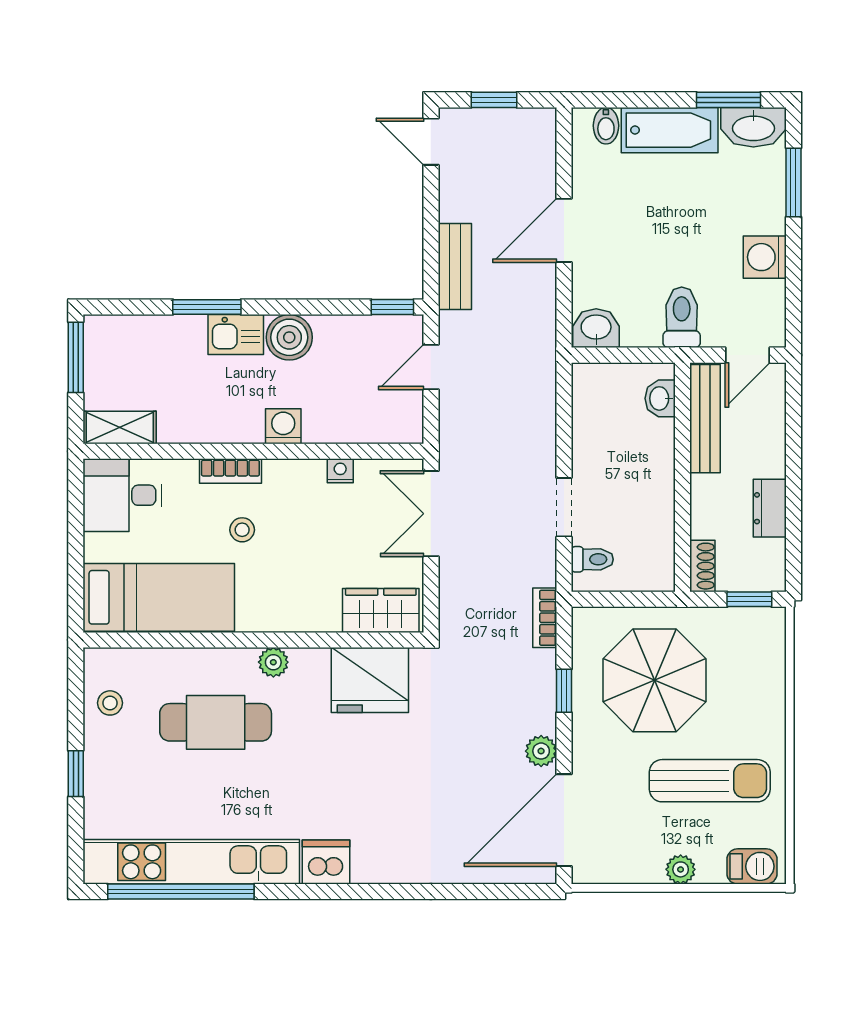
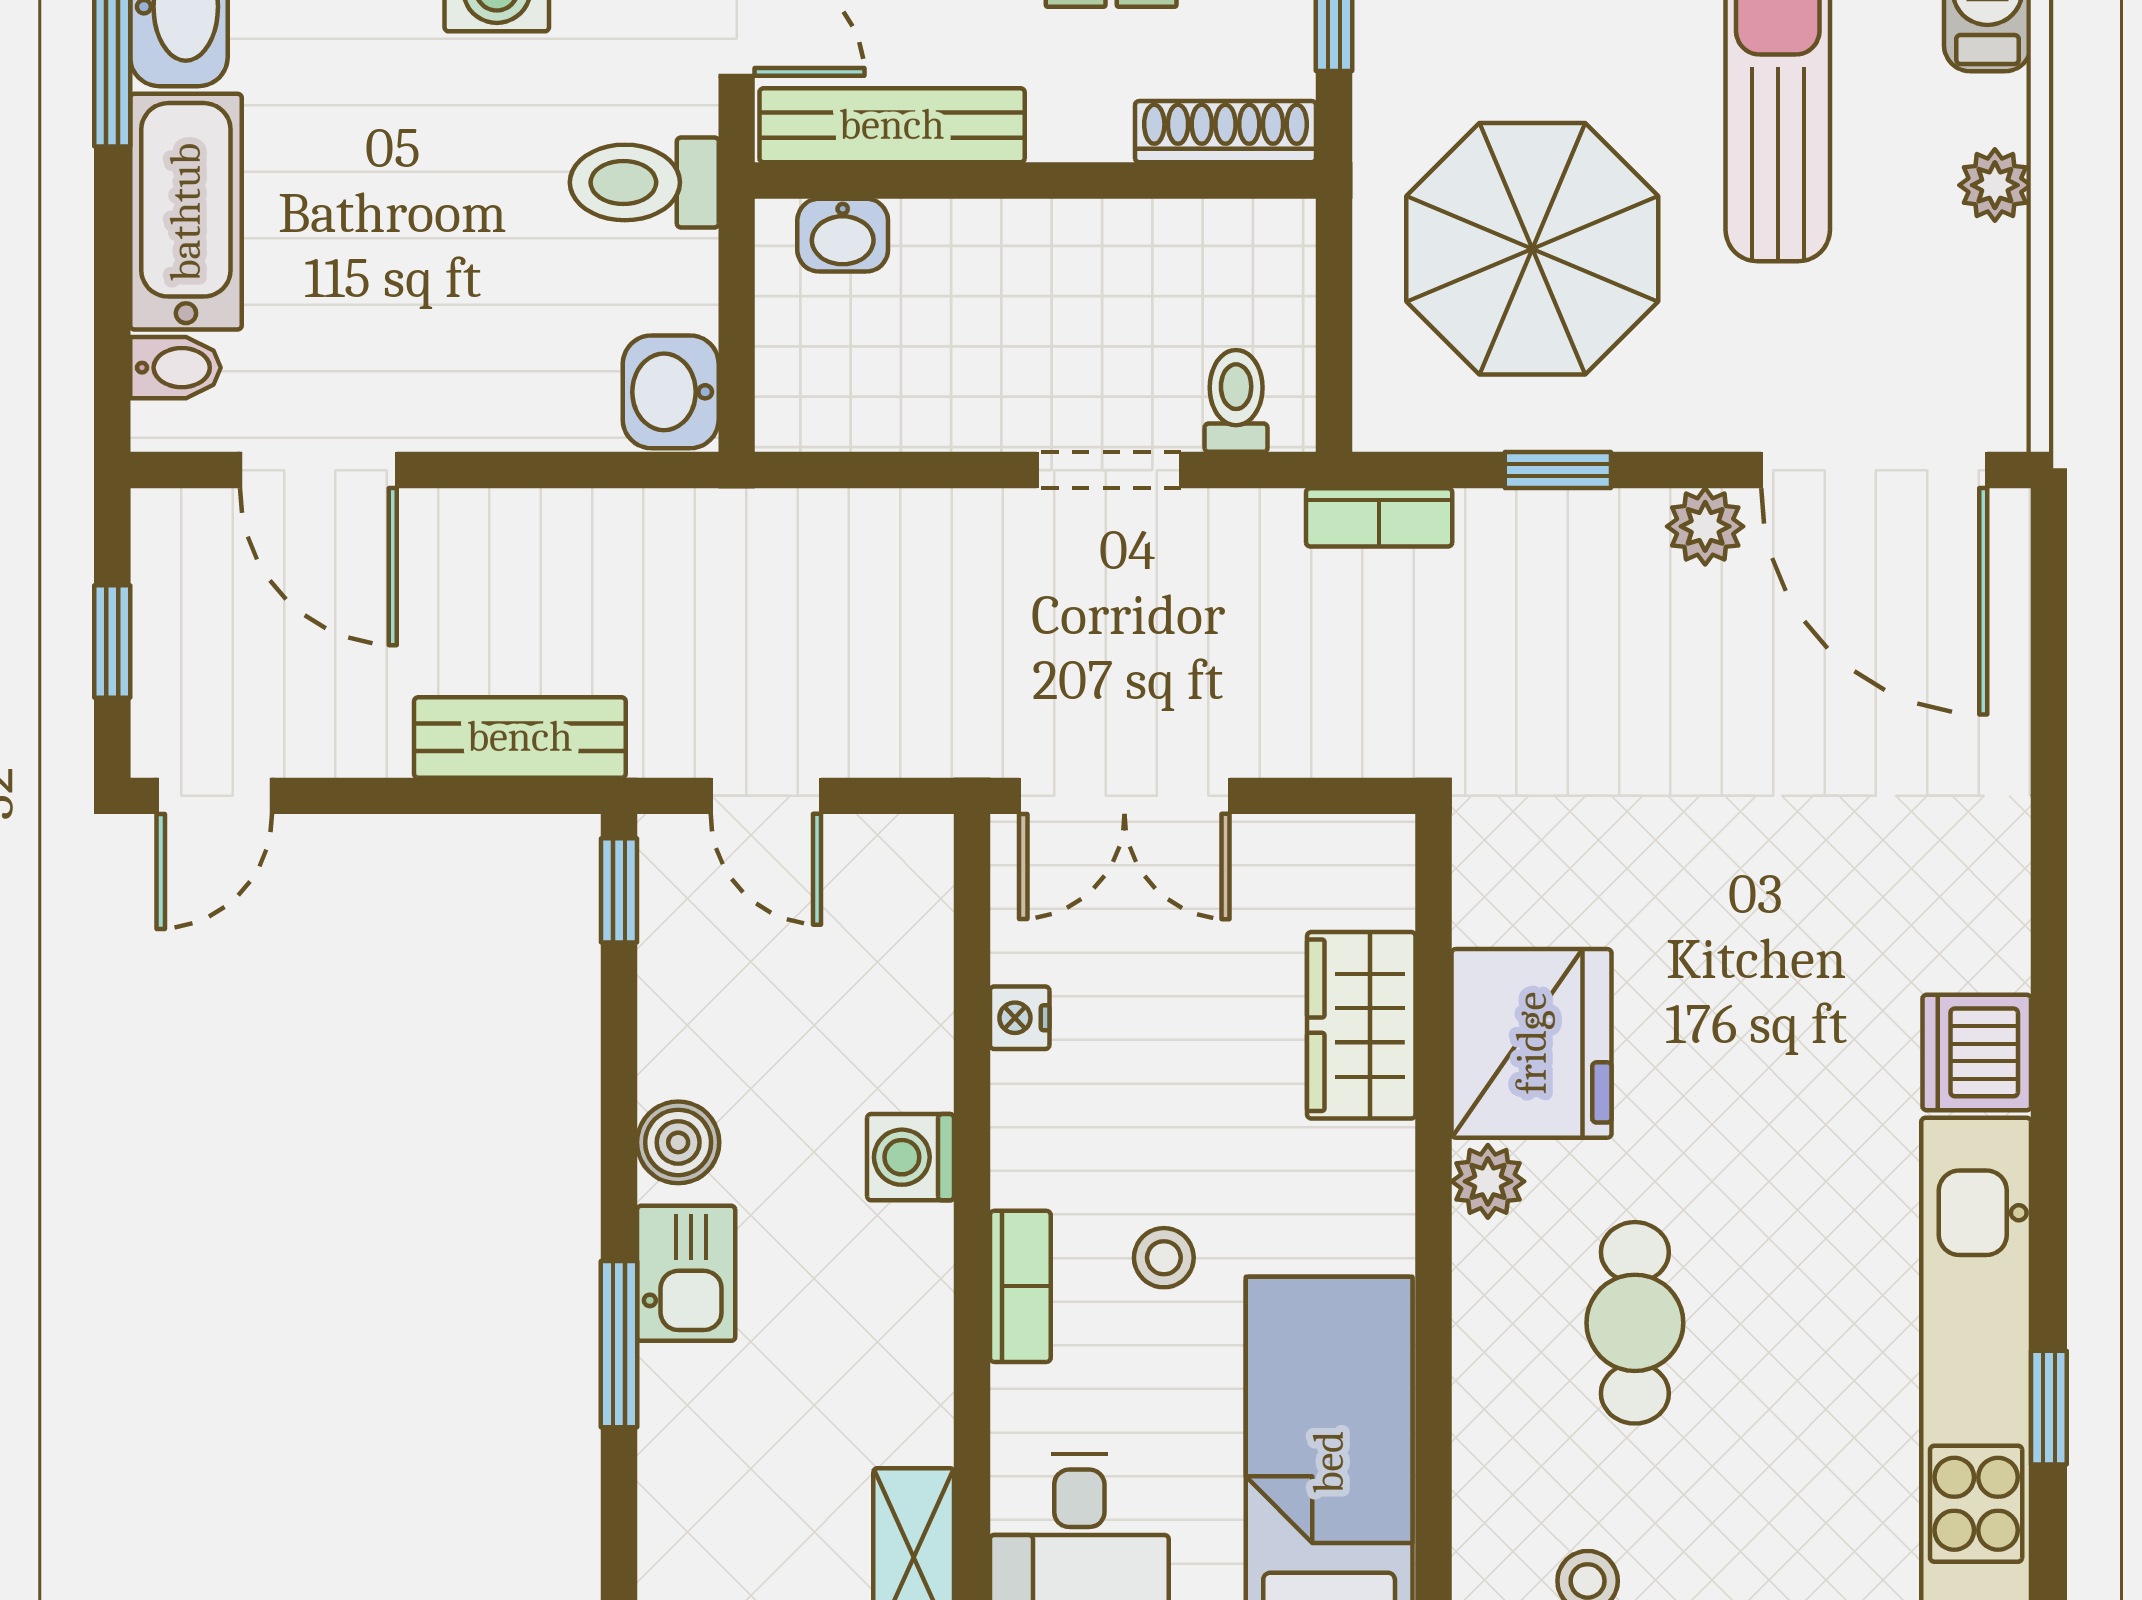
door: (564, 230) -> (318, 470), moved
boiler: (289, 337) -> (678, 1142), width x0.73, depth x0.73
shoe rack: (702, 566) -> (1226, 132), width x1.43
wardrobe: (381, 610) -> (1361, 1025), moved
fridge: (370, 680) -> (1532, 1043), moved
cafe table: (216, 722) -> (1635, 1323), width x0.73, depth x0.74
window: (181, 892) -> (2049, 1408), width x0.32

